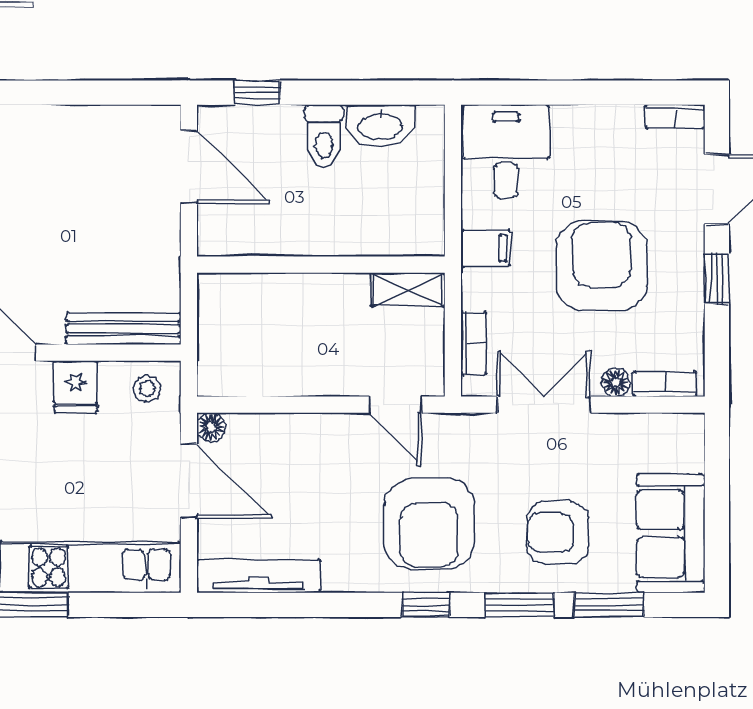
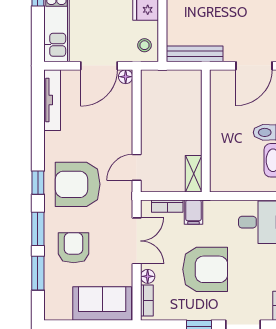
filing cabinet: (486, 248) -> (193, 212), moved
bench: (123, 329) -> (195, 54), moved, turned 90
sofa: (671, 533) -> (102, 303), moved

